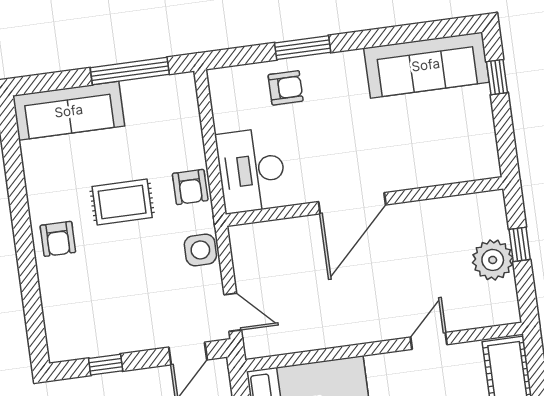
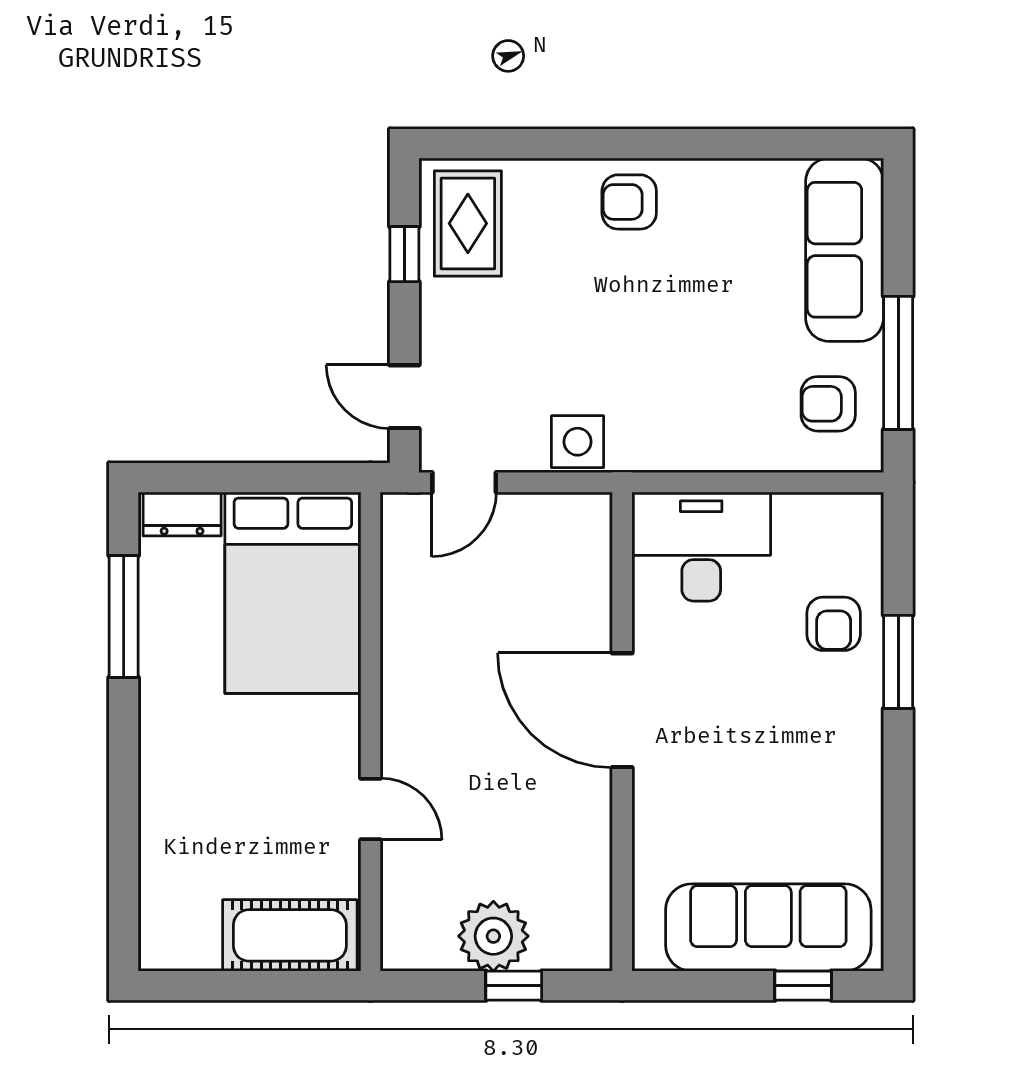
sofa: (426, 65) -> (768, 928), moved, turned 90
armchair: (190, 187) -> (828, 404), moved
rug: (122, 202) -> (468, 223), moved

